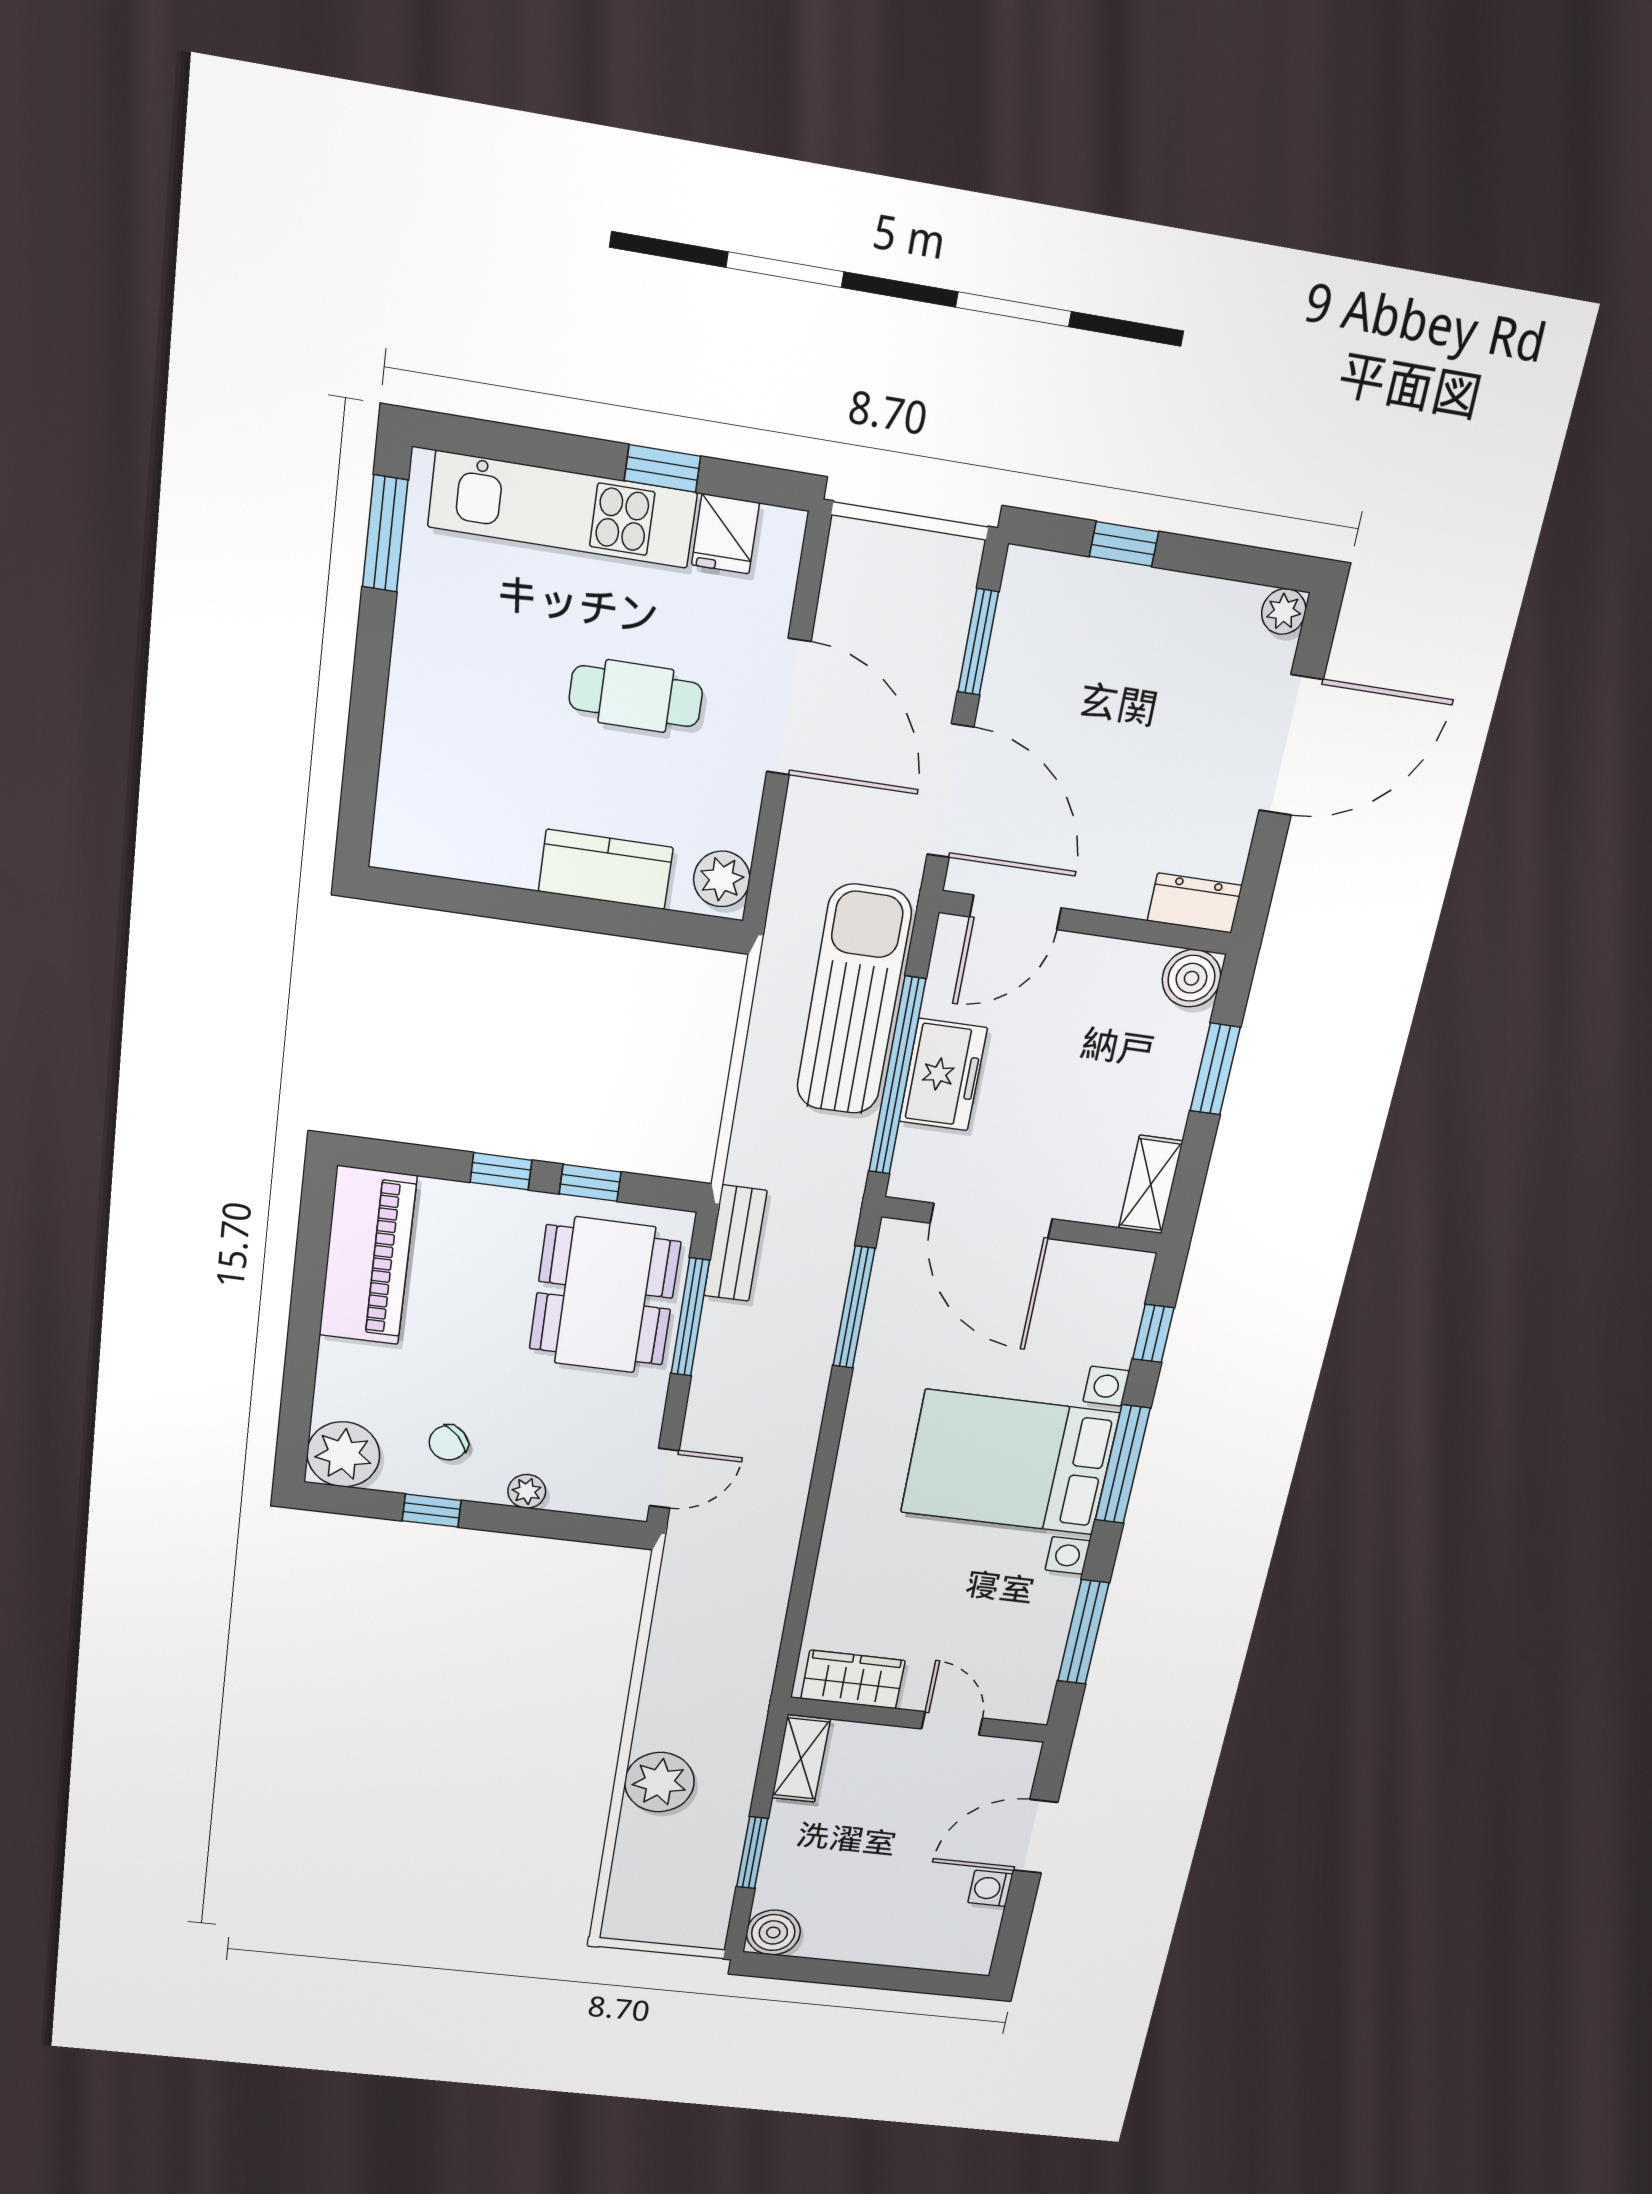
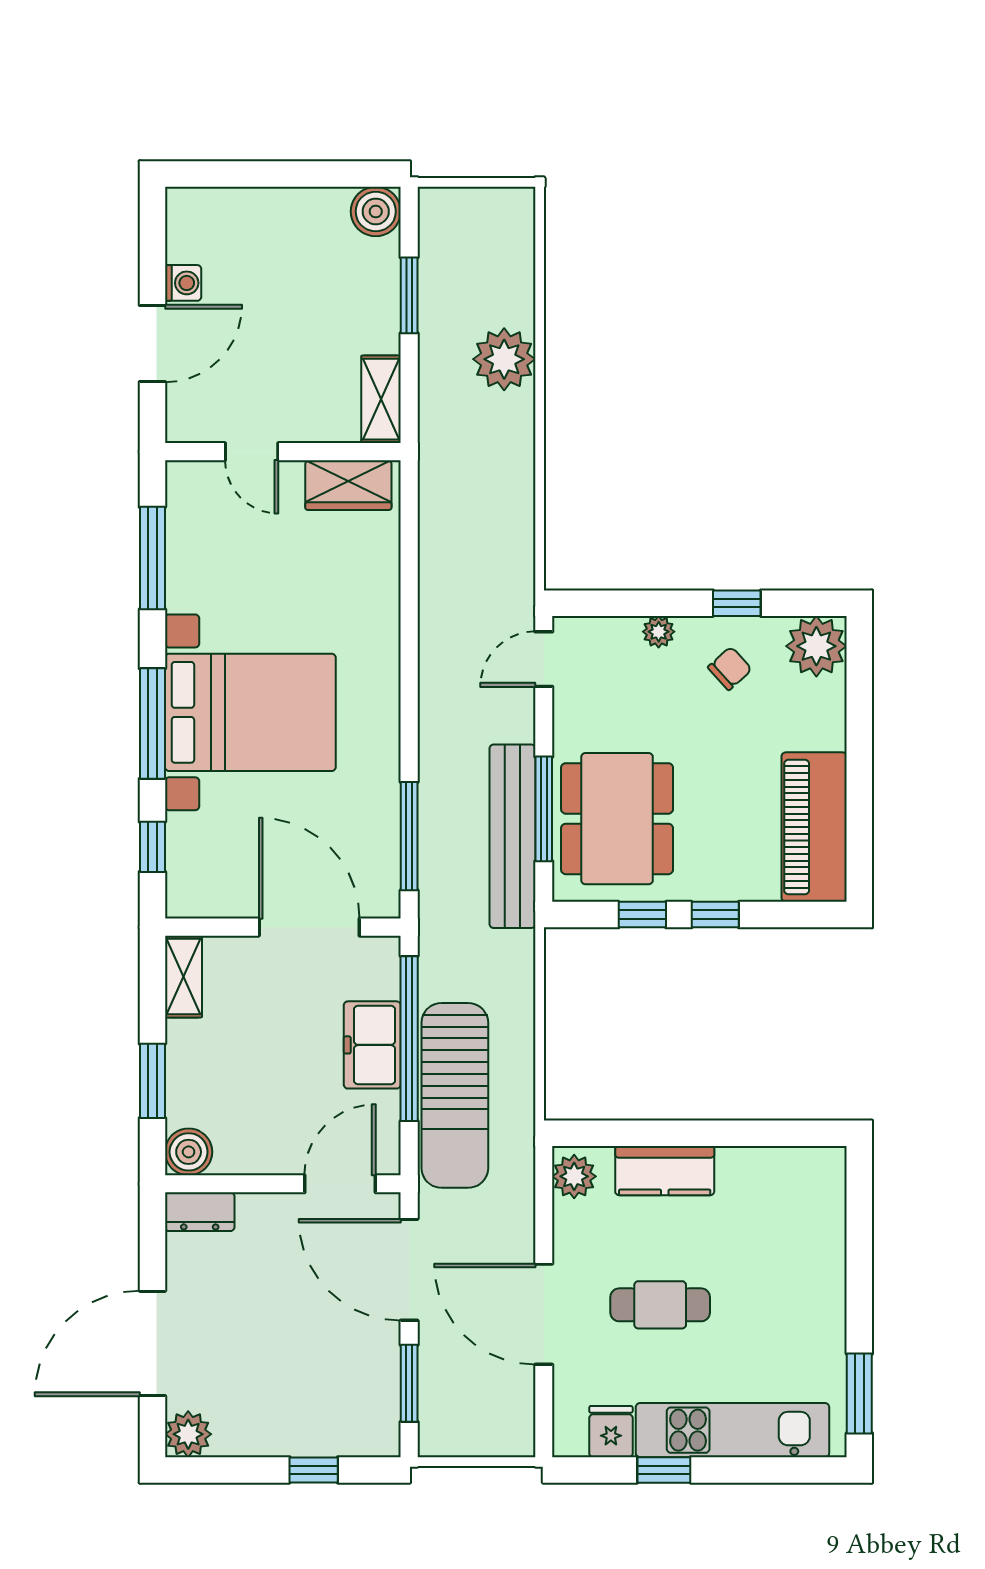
plant: (1284, 611) -> (188, 1434), width x1.38, depth x1.38
bench: (735, 1243) -> (512, 836), width x1.86, depth x1.21

